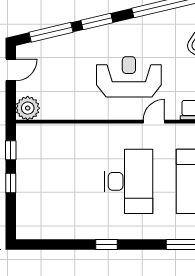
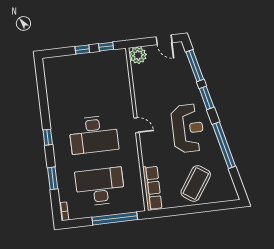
reception desk: (129, 77) -> (188, 128), moved
door: (154, 122) -> (136, 125), moved
window: (107, 244) -> (48, 137), moved

